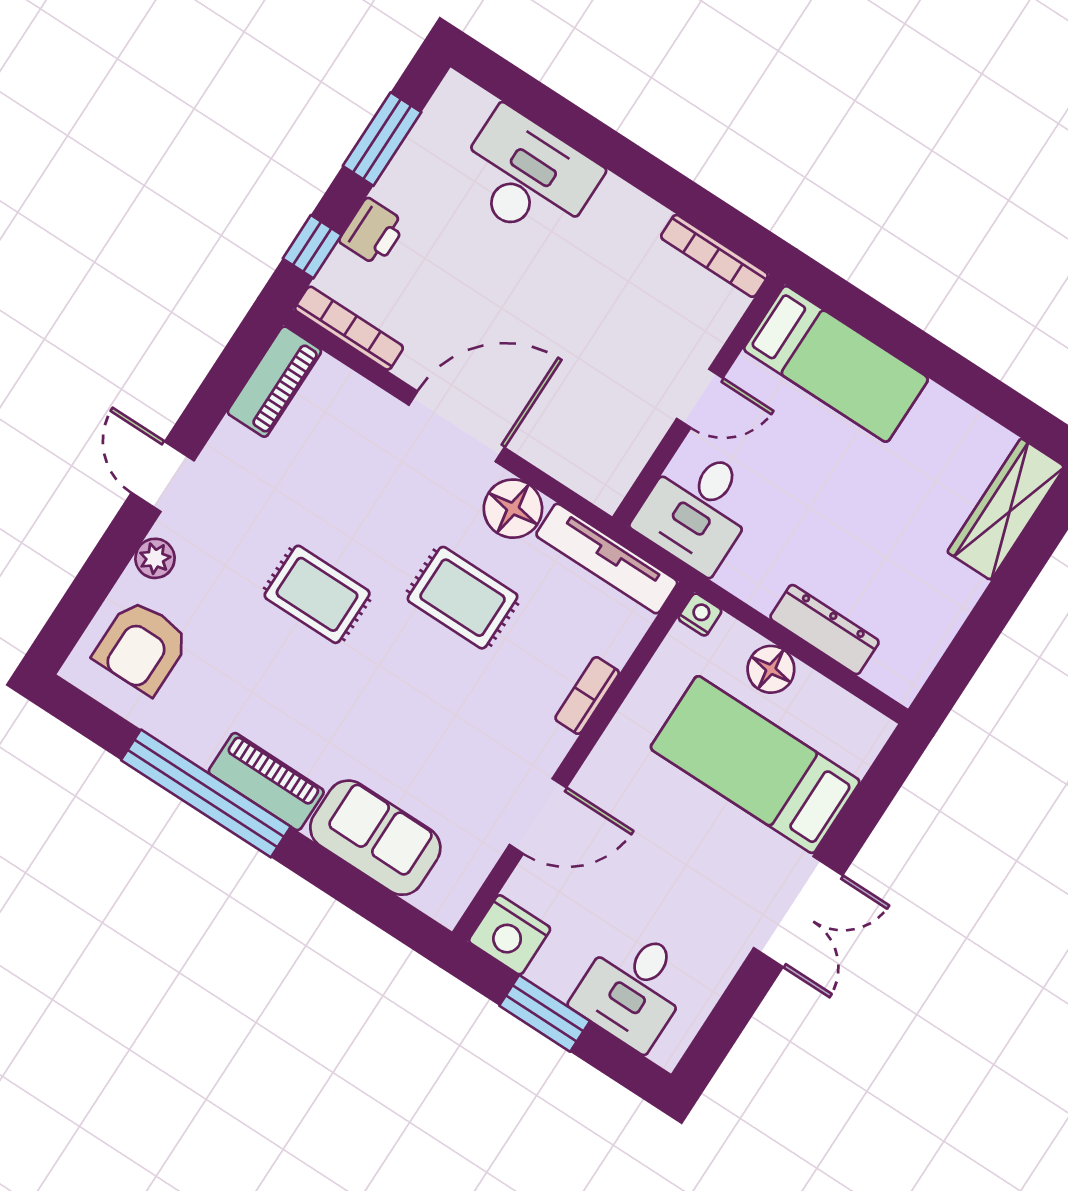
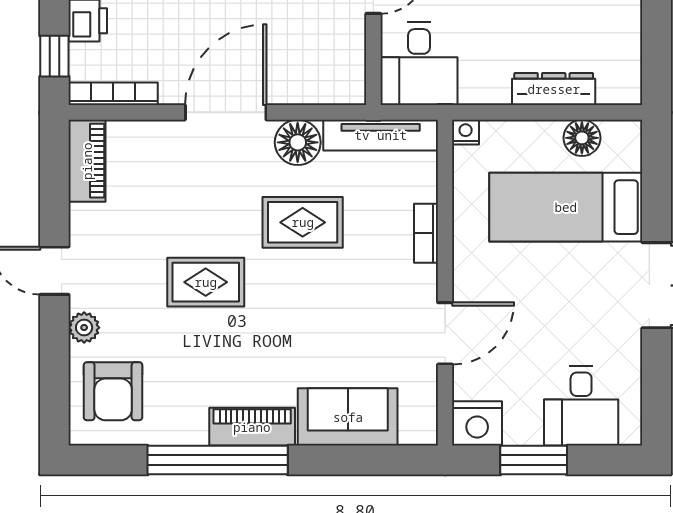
floor lamp: (771, 669) -> (582, 138), moved

